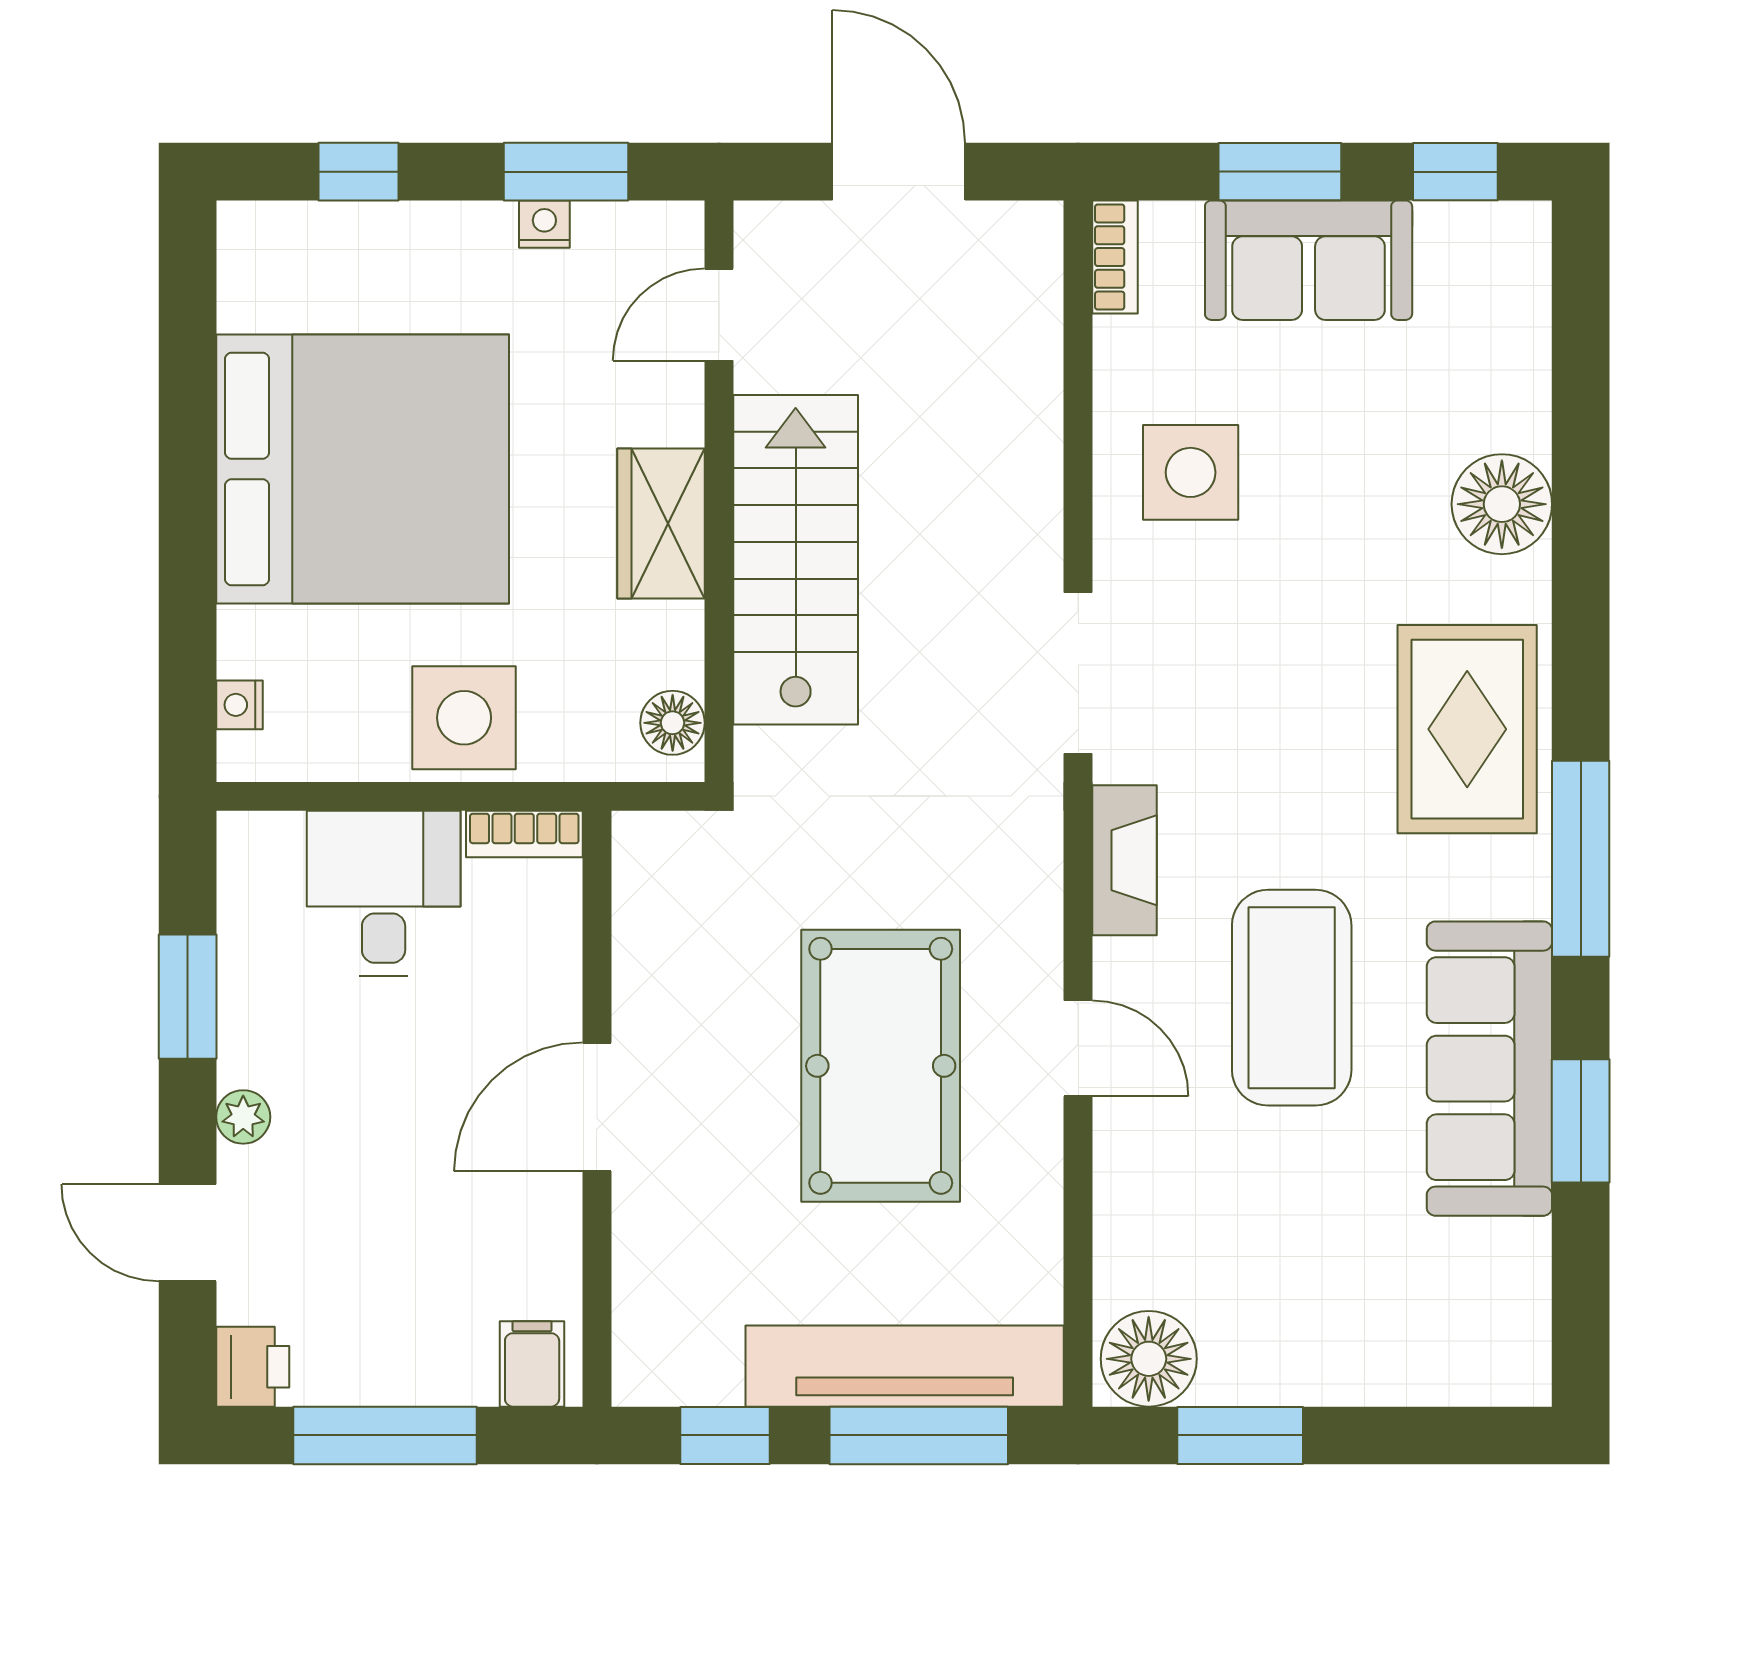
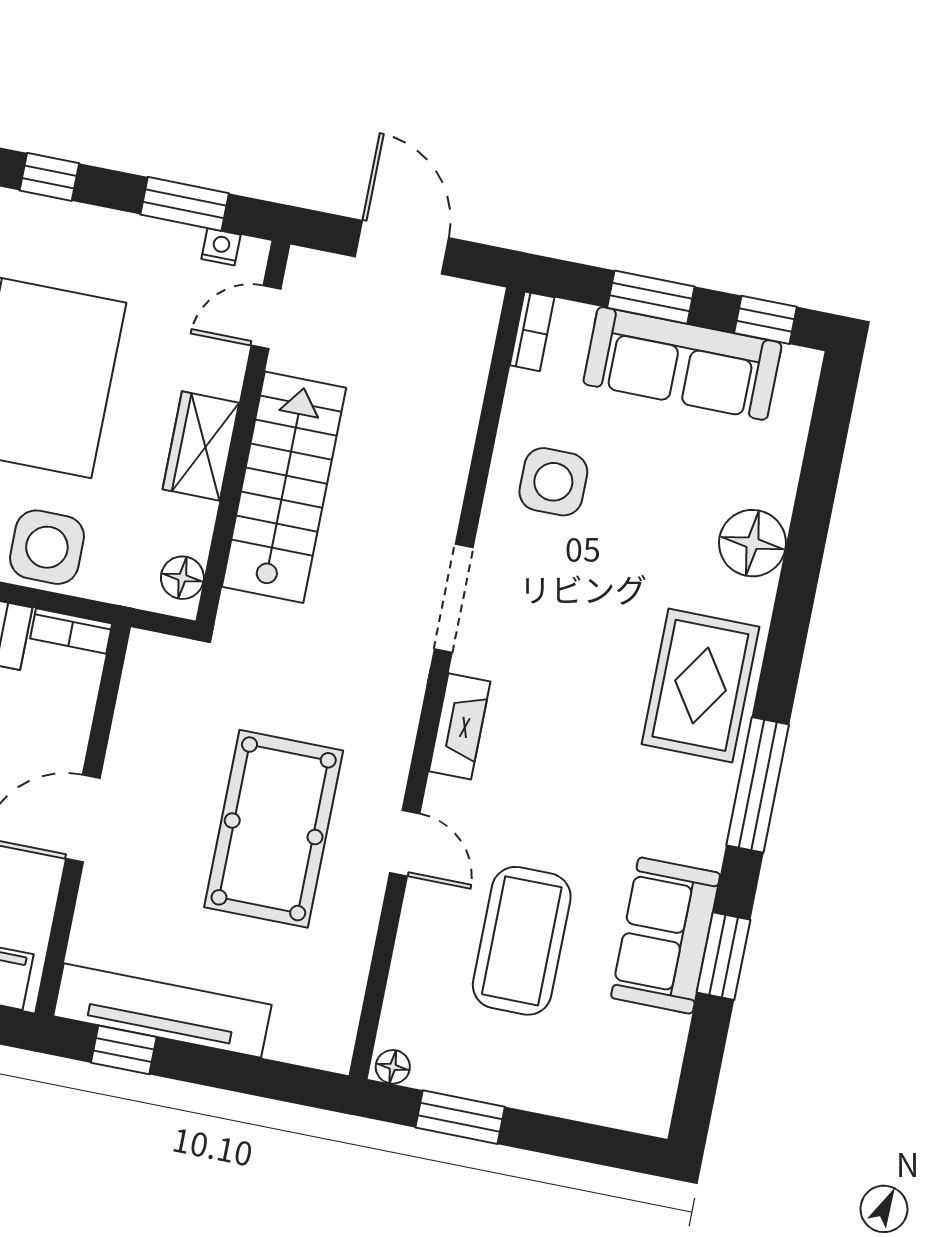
nightstand: (544, 224) -> (221, 247), moved
sofa: (1309, 260) -> (682, 363), width x1.36
coffee table: (1292, 998) -> (522, 941), moved
sofa: (1489, 1069) -> (666, 936), width x0.73
floor lamp: (1149, 1359) -> (393, 1067), width x0.53, depth x0.53
tv unit: (905, 1366) -> (162, 1010), moved
window: (919, 1435) -> (250, 1075), removed

